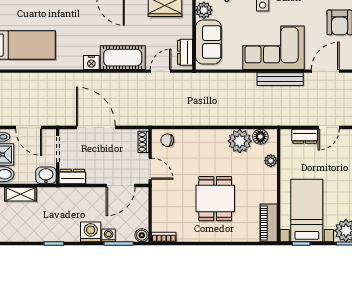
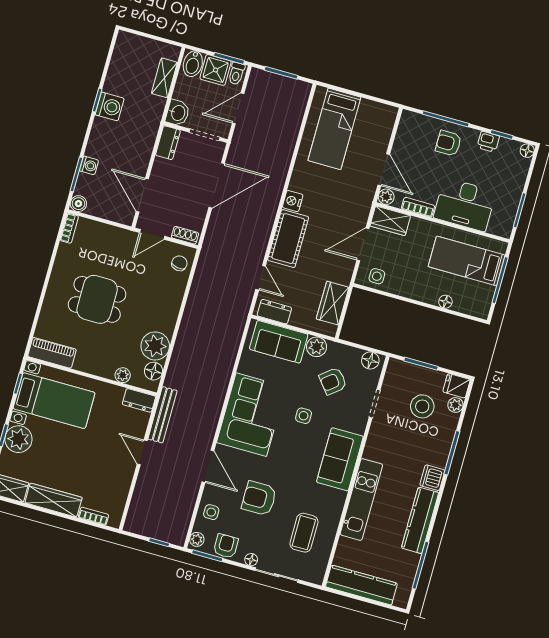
bench: (280, 79) -> (162, 415), moved
dresser: (305, 136) -> (139, 400), moved, turned -90
washing machine: (91, 232) -> (110, 107), moved

